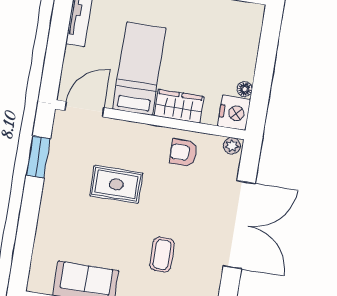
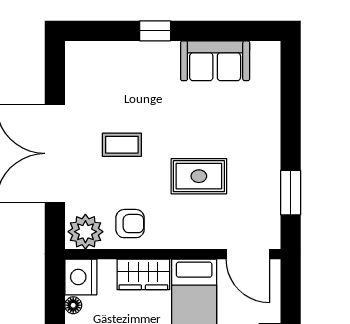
door: (85, 109) -> (248, 254), hinge flipped
plant: (232, 146) -> (85, 232), width x1.87, depth x1.87
coffee table: (162, 254) -> (122, 145), moved, turned 90

